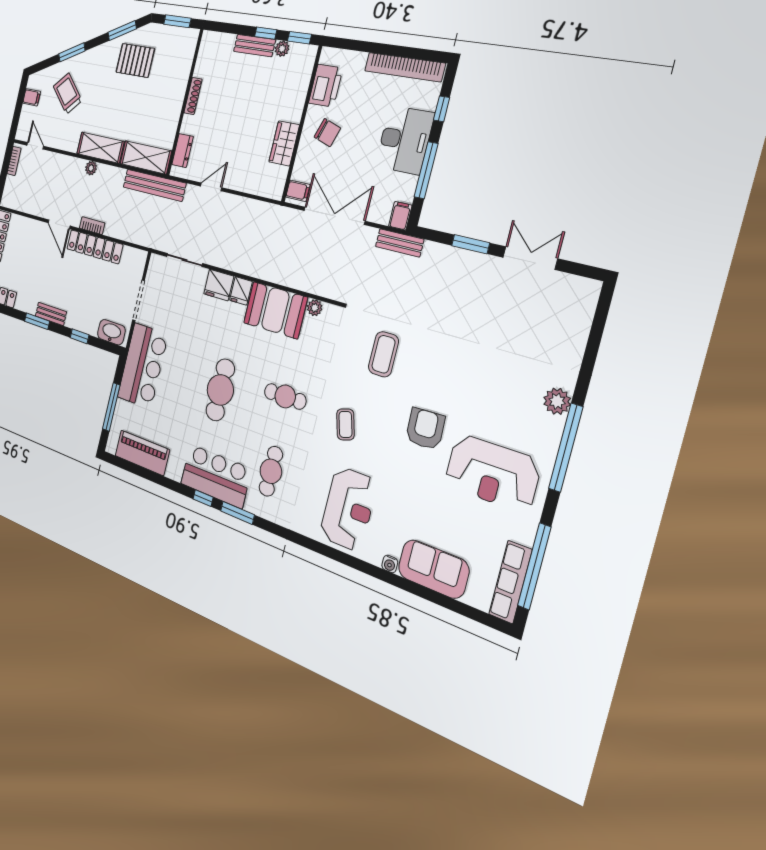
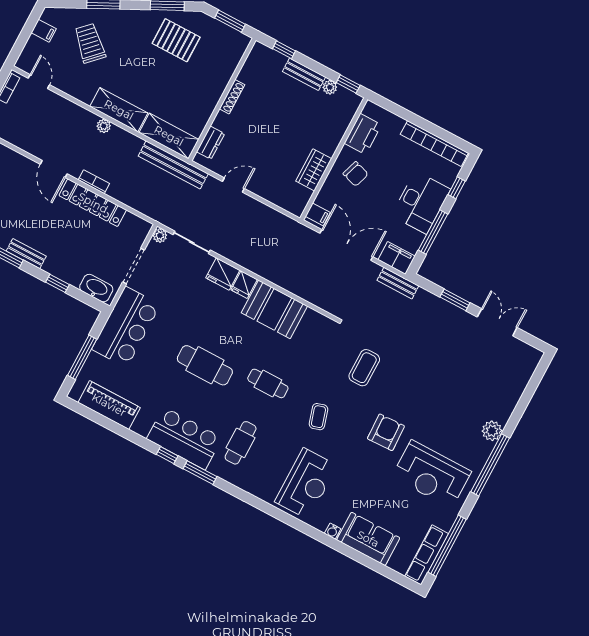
window: (266, 33) -> (284, 50), moved
filing cabinet: (400, 216) -> (397, 258), width x2.00
plant: (315, 308) -> (160, 235), moved
cafe table: (220, 390) -> (205, 365), turned 90

